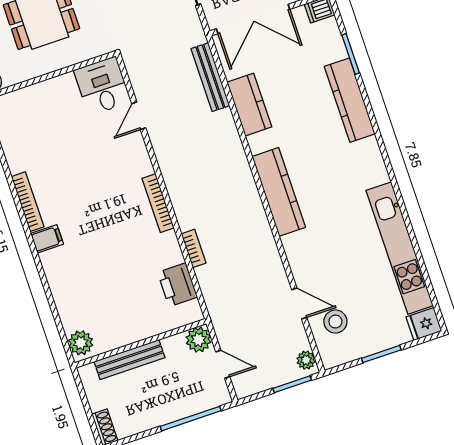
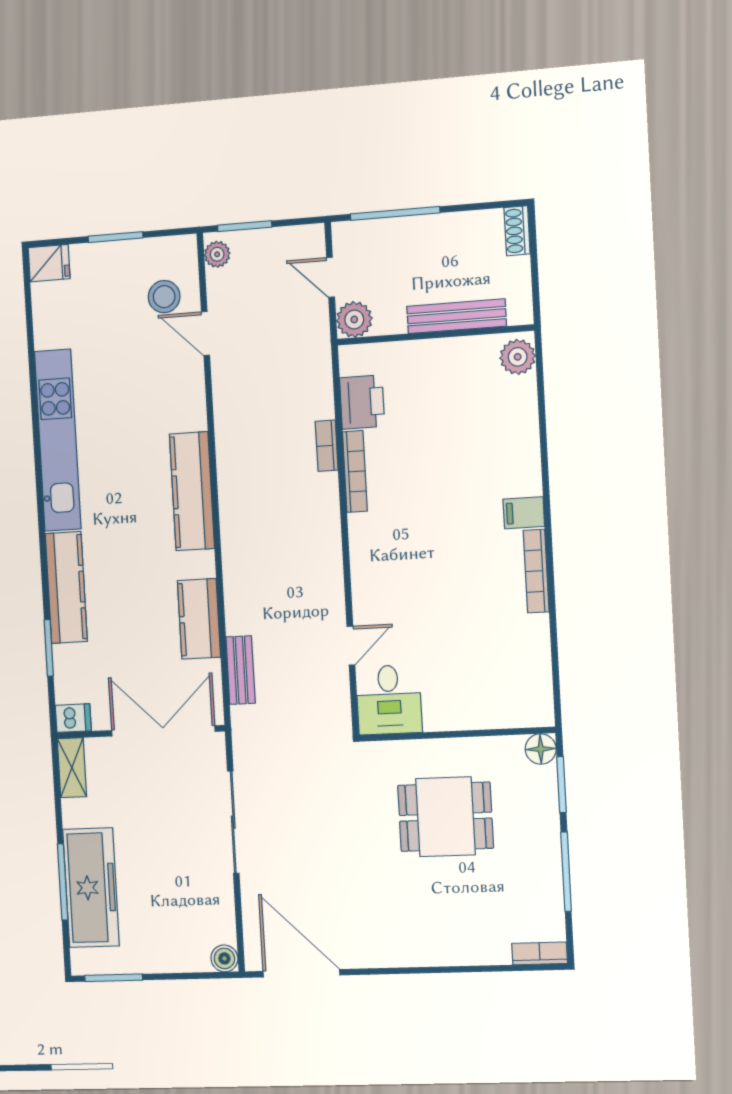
bench: (210, 77) -> (241, 670), width x0.73
bookcase: (158, 203) -> (355, 471), moved
kitchen unit: (400, 248) -> (58, 440), moved

